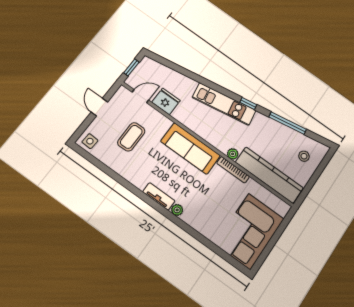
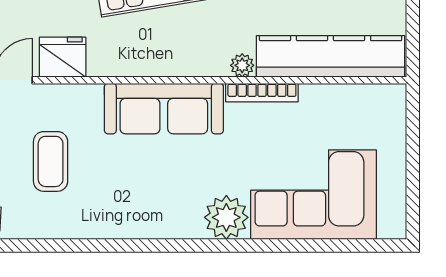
tv unit: (159, 196) -> (170, 227), removed
plant: (177, 210) -> (226, 217), width x1.88, depth x1.88
corner sofa: (250, 231) -> (313, 195), moved, turned 90

